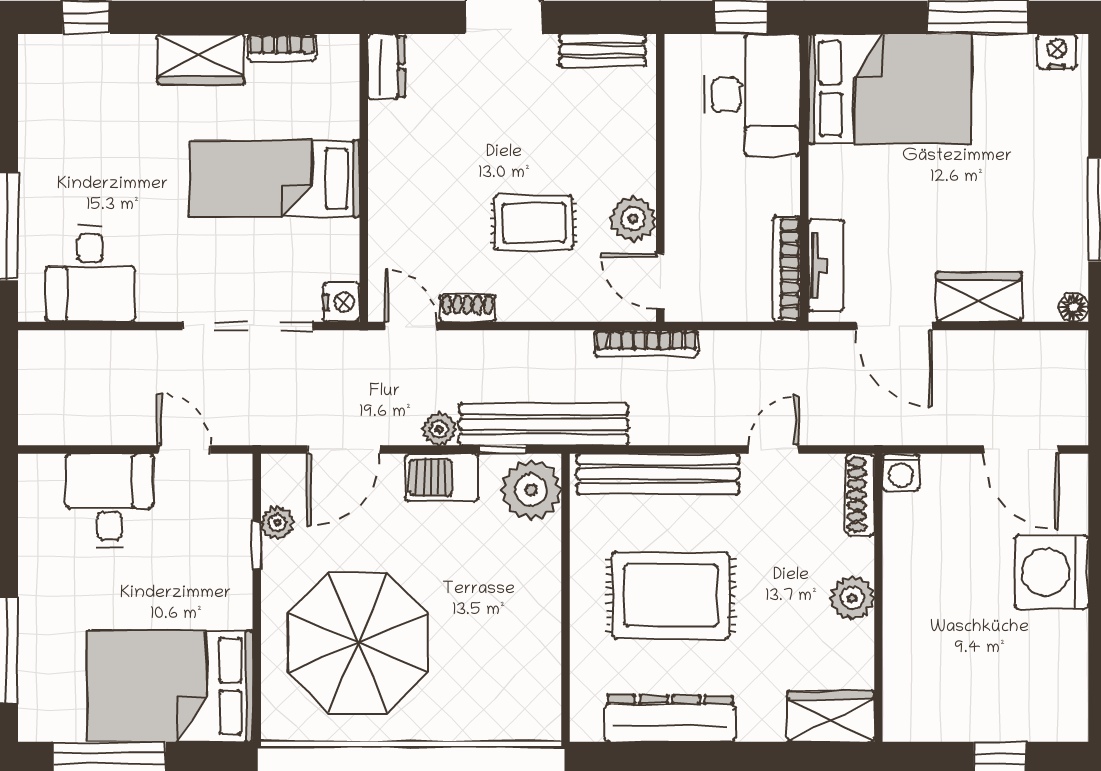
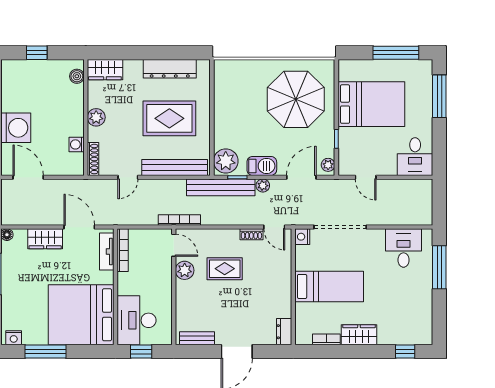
bed: (890, 89) -> (81, 315), width x1.36
washing machine: (901, 472) -> (77, 144), moved, turned -90
desk: (109, 501) -> (415, 157), moved
plant: (277, 523) -> (328, 165), moved
bed: (170, 686) -> (371, 104), moved
boiler: (900, 700) -> (77, 76), added

